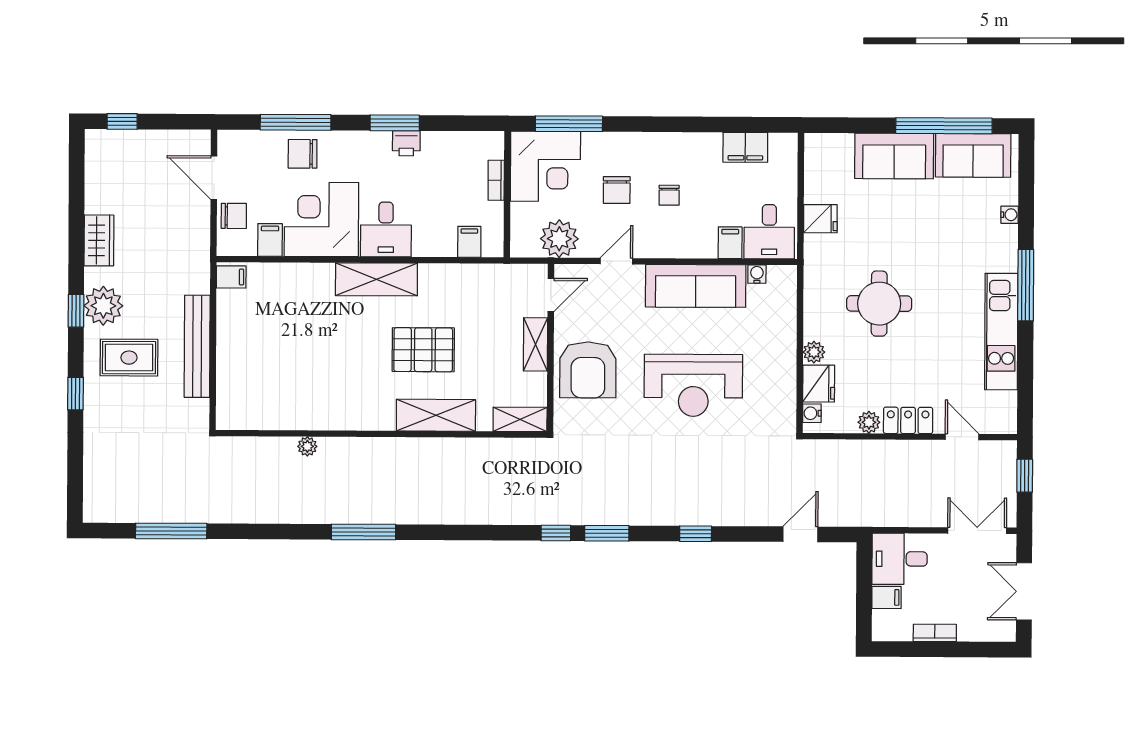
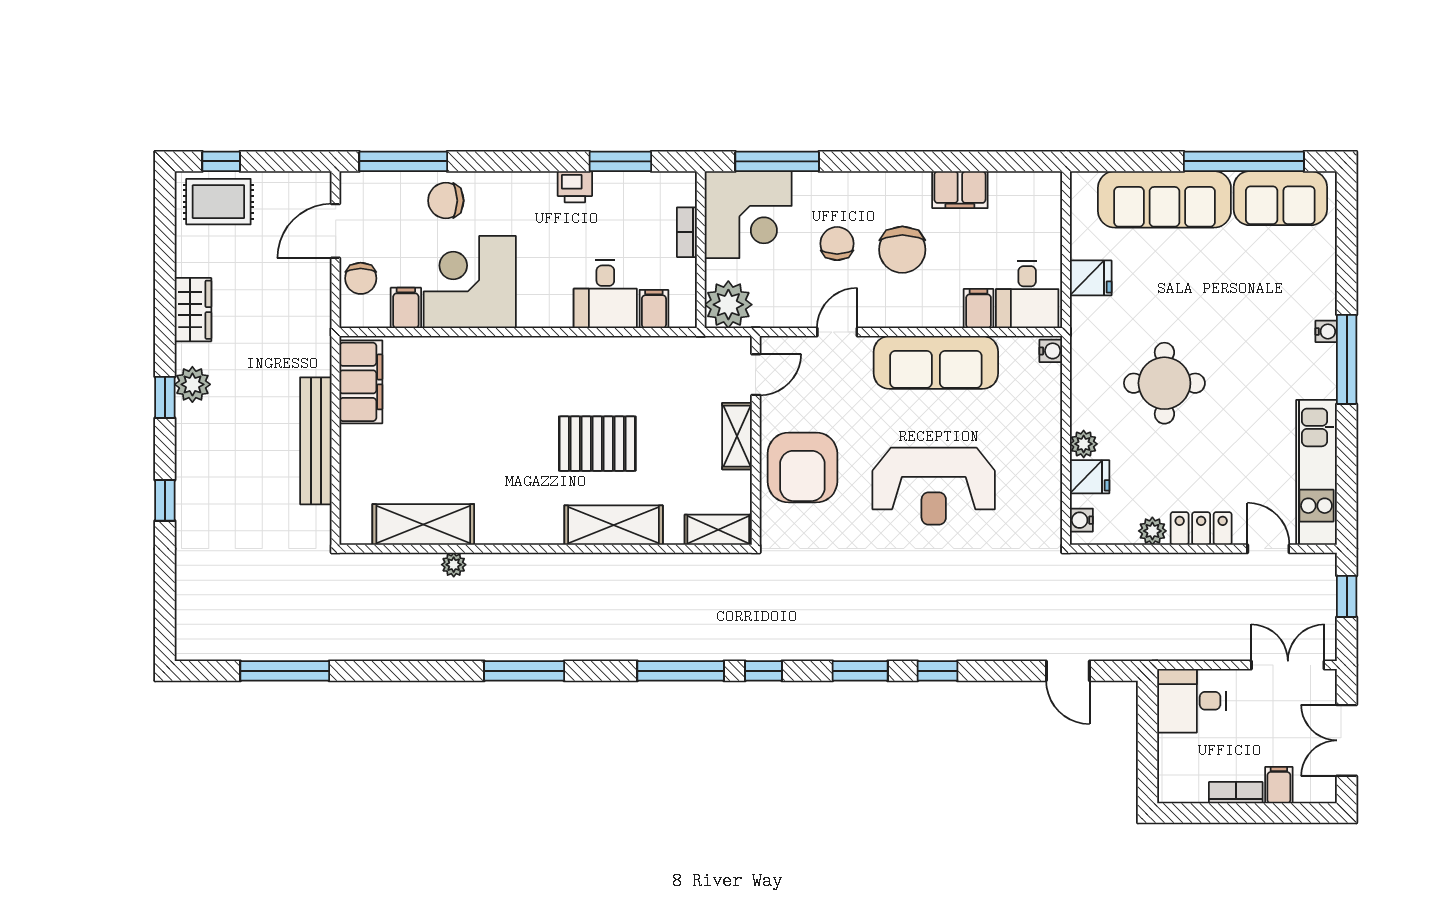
window: (296, 122) -> (403, 161), moved
window: (395, 123) -> (620, 161), moved
filing cabinet: (745, 147) -> (960, 190), moved
sofa: (894, 156) -> (1164, 199), width x1.36
door: (214, 178) -> (336, 231), hinge flipped
chair: (617, 190) -> (837, 244), turned 180
chair: (669, 195) -> (902, 250), width x1.87, depth x1.87
water cooler: (1010, 215) -> (1326, 331), moved
chair: (234, 216) -> (361, 278), turned 90
desk: (386, 229) -> (605, 294), moved
plant: (559, 239) -> (728, 305), moved
water cooler: (757, 274) -> (1051, 351), moved, turned 90
filing cabinet: (231, 277) -> (361, 382), width x3.00, depth x1.17
shelving: (376, 279) -> (423, 524), moved
plant: (103, 306) -> (192, 384), width x0.73, depth x0.73
kitchen unit: (1001, 332) -> (1316, 472), moved
rug: (129, 358) -> (218, 202), moved
fridge: (819, 384) -> (1090, 477), width x0.72
window: (489, 533) -> (681, 671), added
window: (607, 533) -> (860, 671), moved
door: (800, 534) -> (1068, 671), swing flipped
filing cabinet: (887, 597) -> (1279, 785), moved, turned -90

